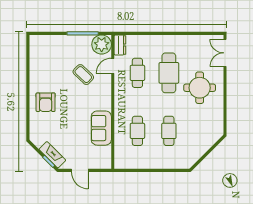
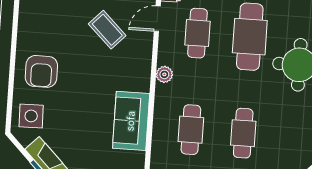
plant: (119, 99) -> (164, 74), added
side table: (41, 129) -> (31, 116), added

